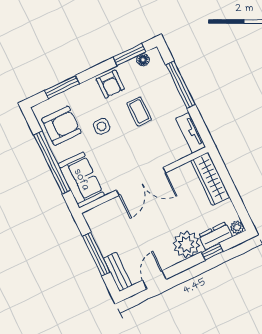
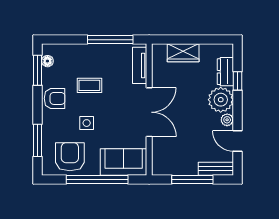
window: (180, 85) -> (110, 40), moved
tv unit: (191, 133) -> (140, 65), moved, turned 90
wardrobe: (210, 179) -> (183, 53), width x0.67
plant: (237, 227) -> (227, 120), moved

